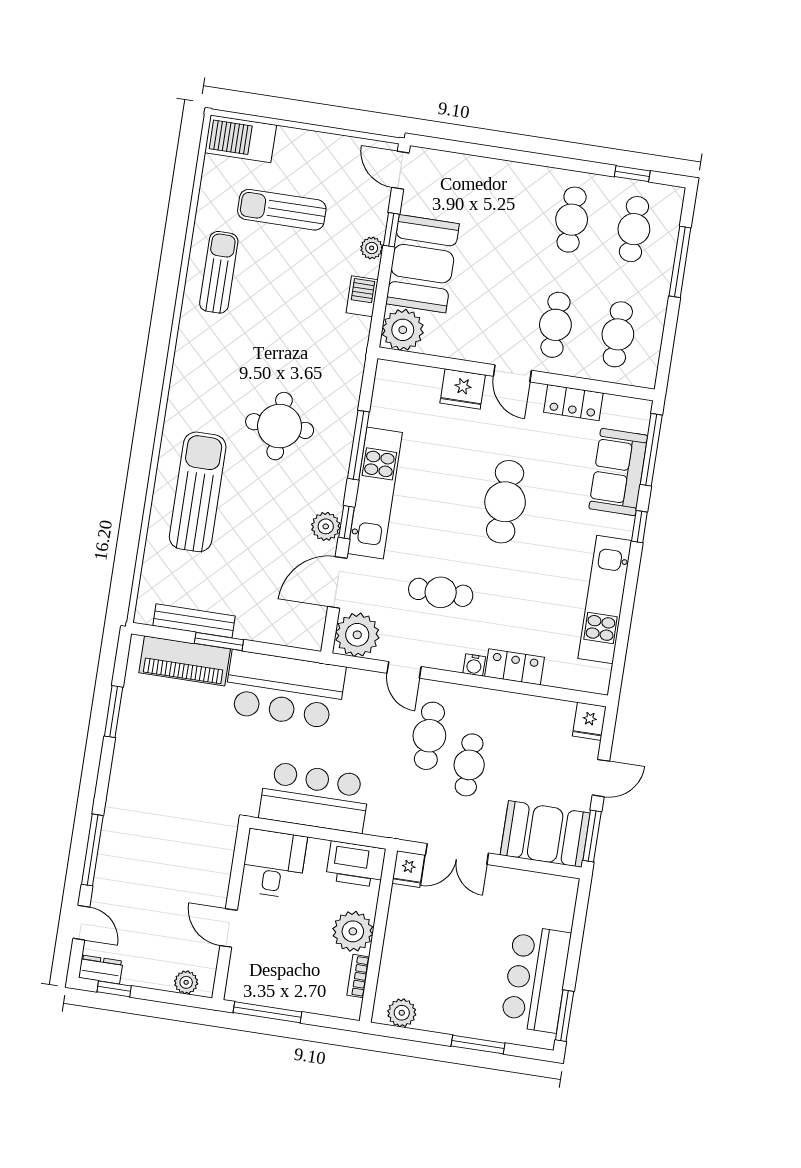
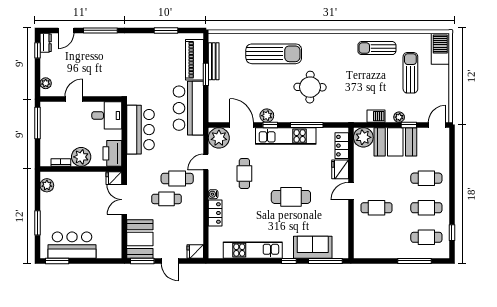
sun lounger: (219, 272) -> (377, 48), turned 180
cafe table: (618, 334) -> (426, 178), moved
locker: (573, 403) -> (342, 146), moved

